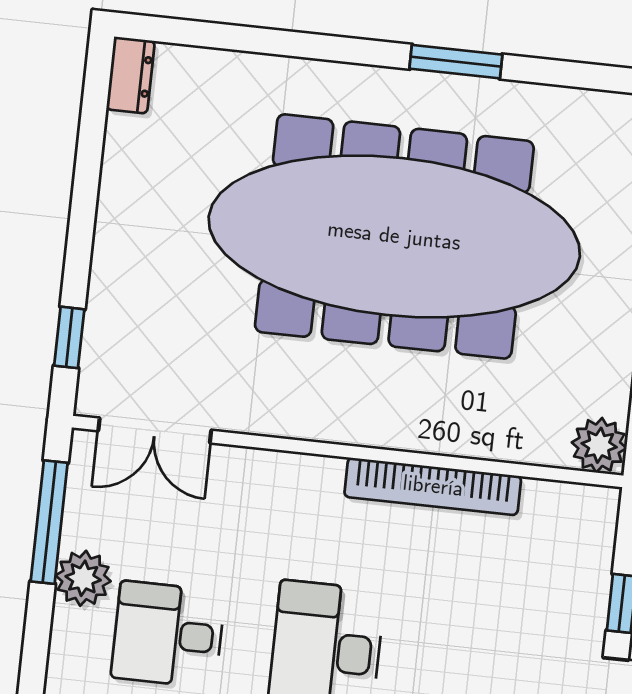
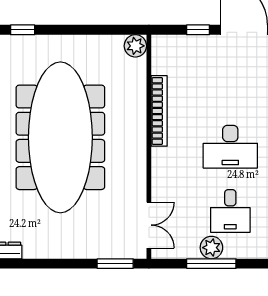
window: (69, 337) -> (115, 264), width x1.50
window: (49, 522) -> (211, 264), moved

